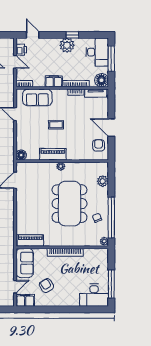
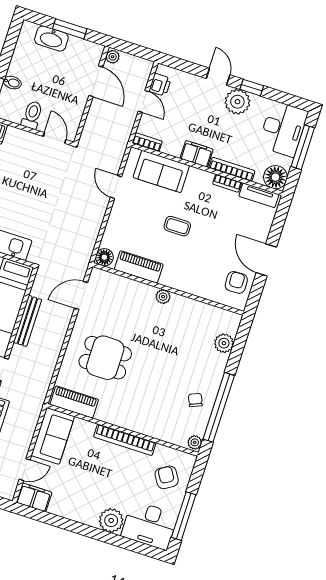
door: (33, 35) -> (218, 77), moved
piano: (53, 154) -> (139, 267), moved
dining table: (70, 204) -> (105, 358), moved, width x0.53, depth x0.80
armchair: (46, 286) -> (167, 477), moved
plant: (72, 299) -> (111, 520), added

